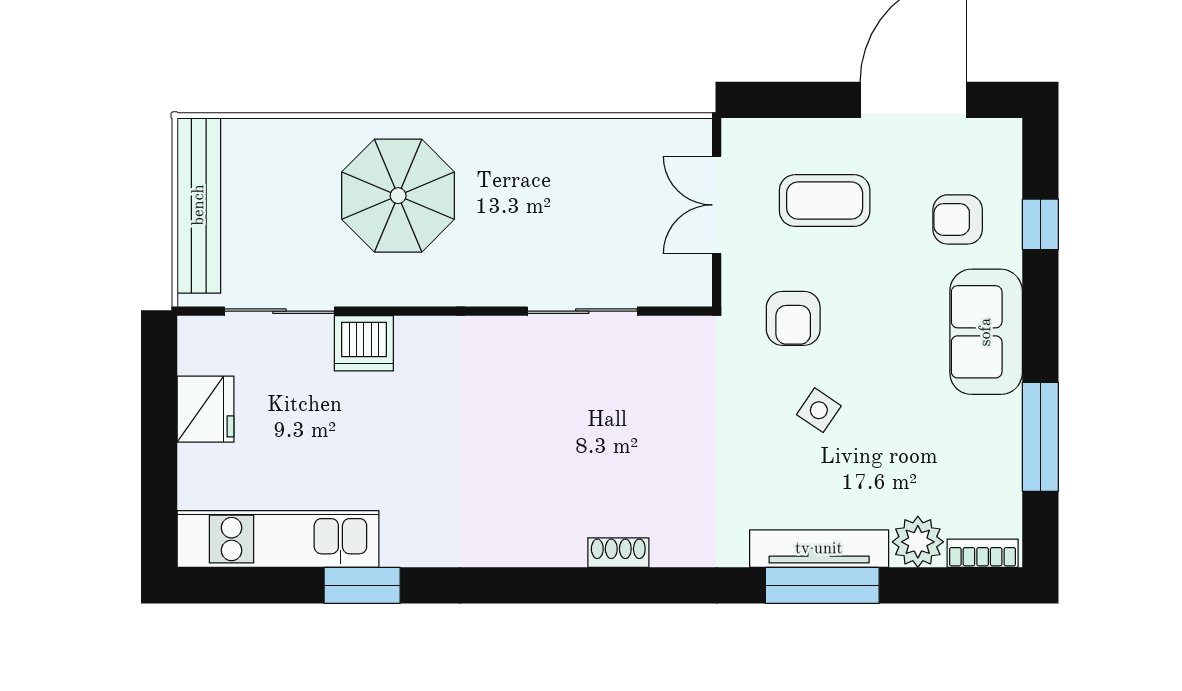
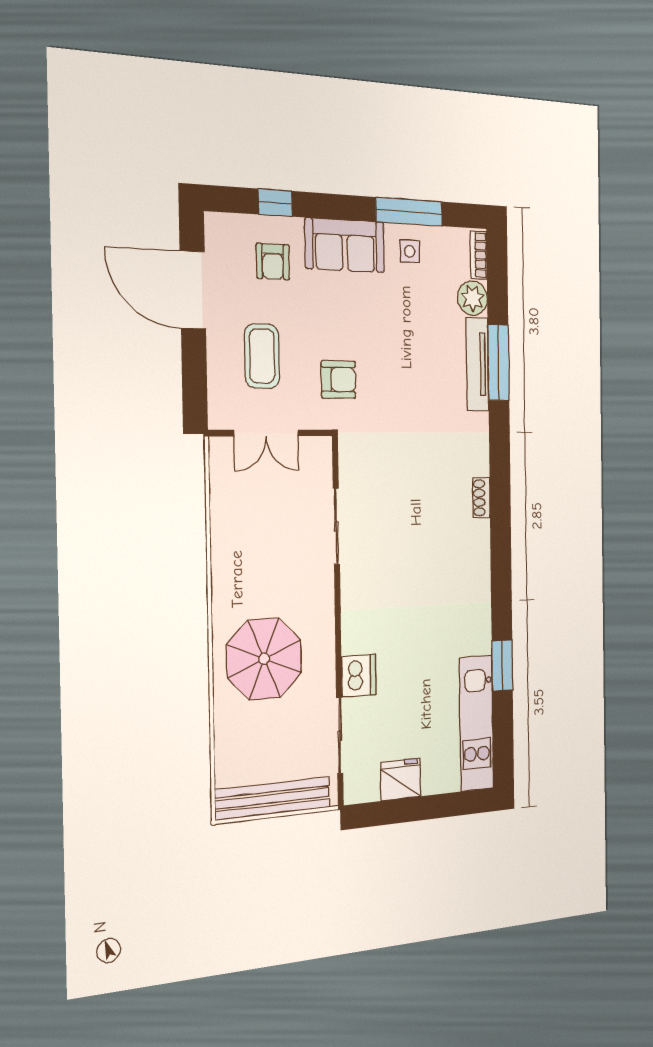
side table: (819, 410) -> (410, 251), moved, turned -34

